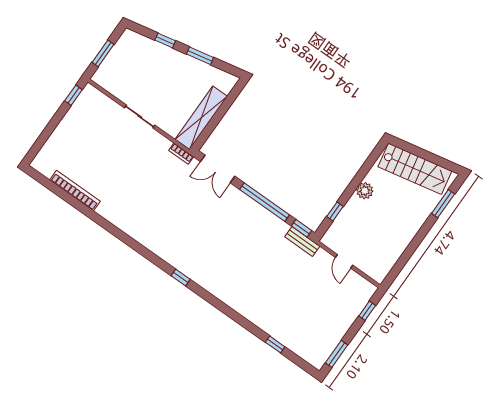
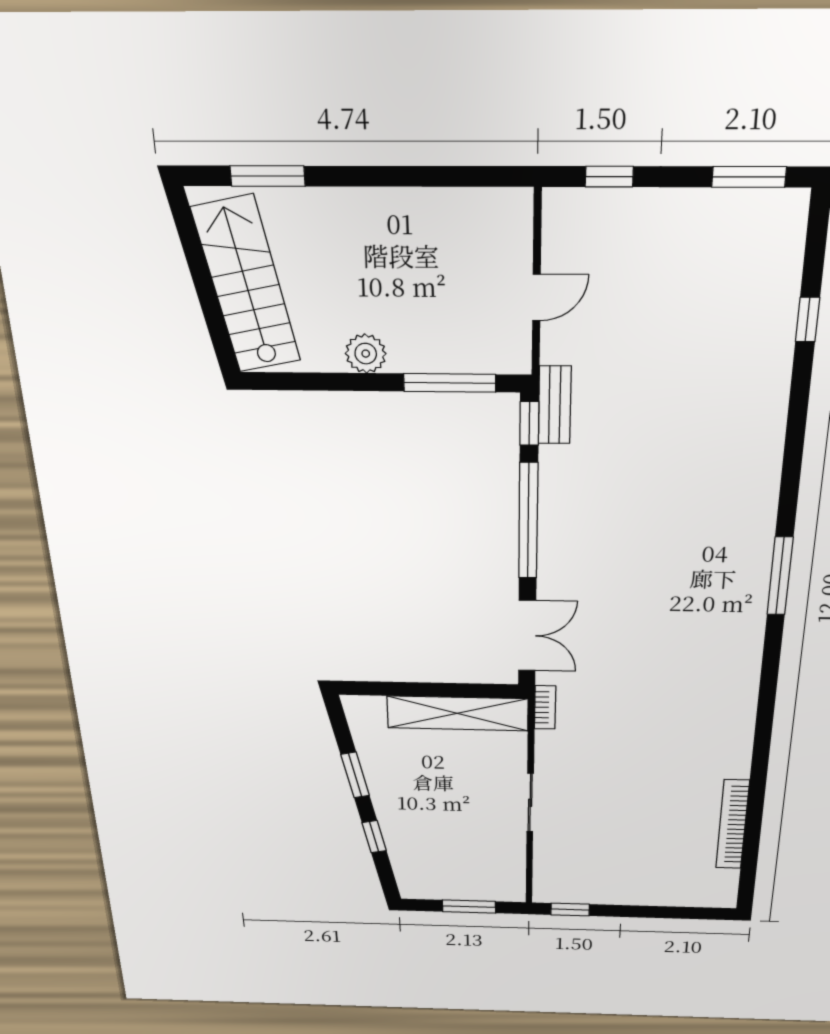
window: (335, 212) -> (450, 383), width x2.17
window: (181, 278) -> (780, 576), width x2.17

